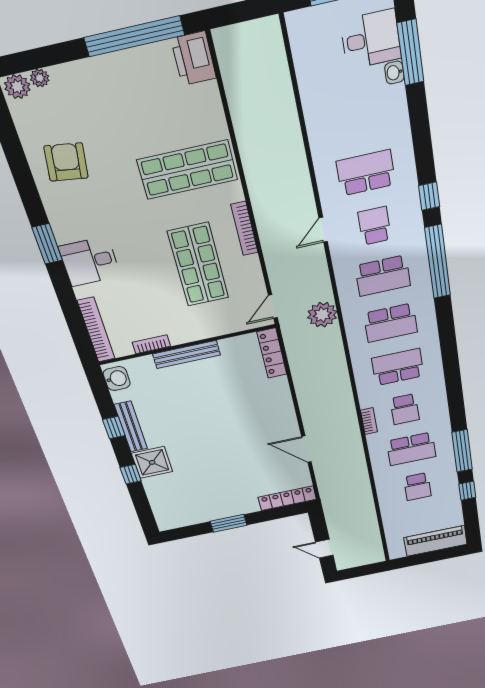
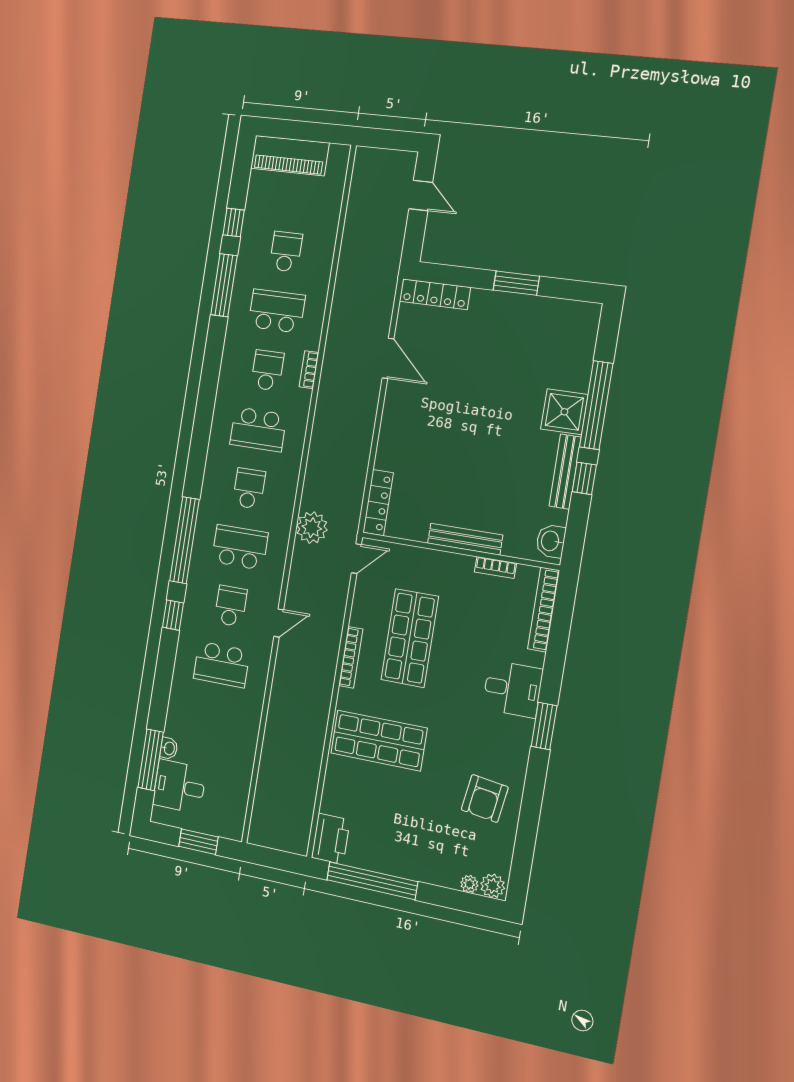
school desk: (375, 226) -> (231, 606), turned 180
school desk: (390, 323) -> (249, 488), width x0.54
window: (131, 474) -> (596, 405), width x3.17

